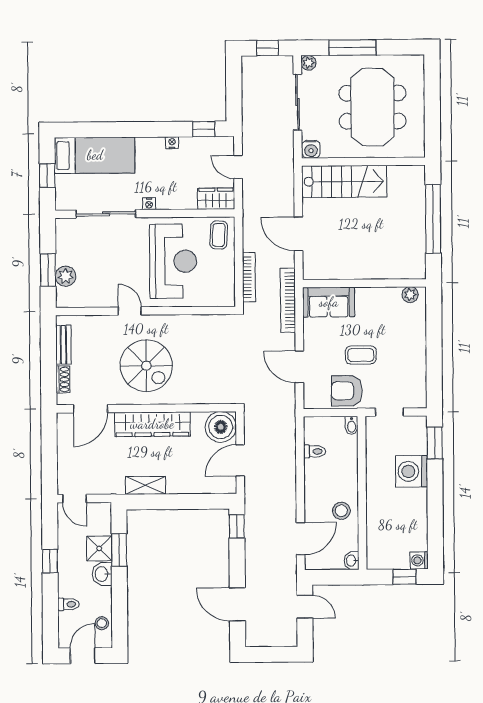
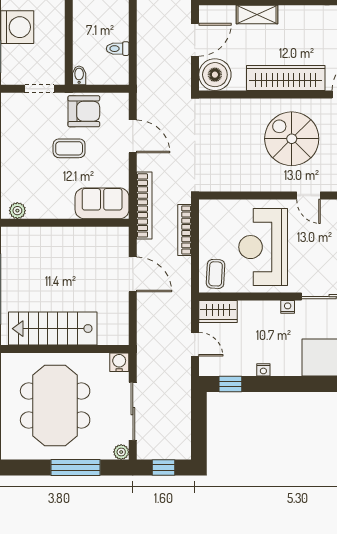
stairs: (344, 181) -> (53, 329), moved
shelving: (146, 485) -> (257, 15), moved

